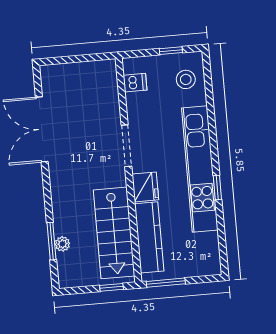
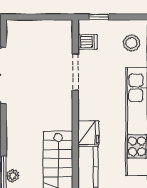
window: (171, 51) -> (99, 17), moved
doorway: (126, 146) -> (75, 72), moved

